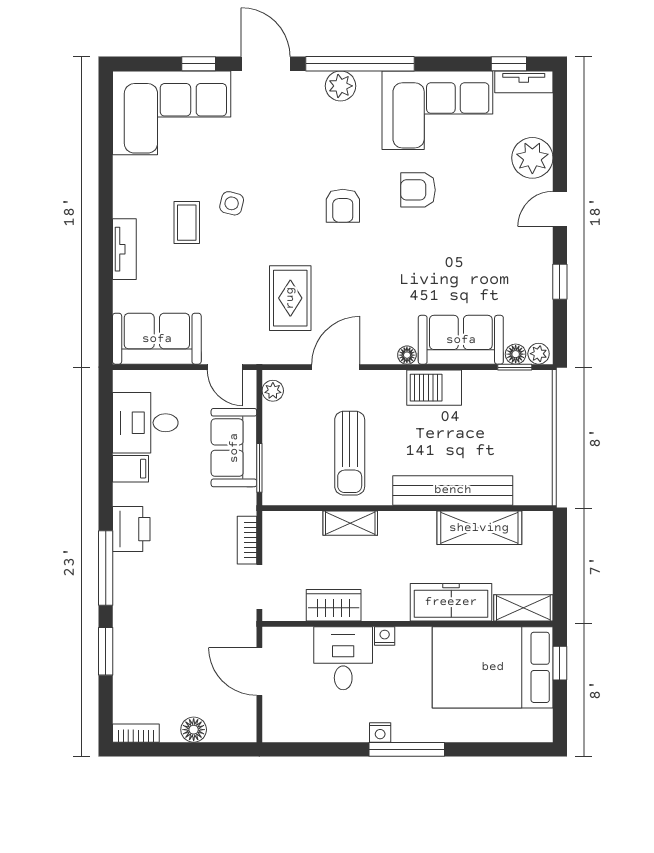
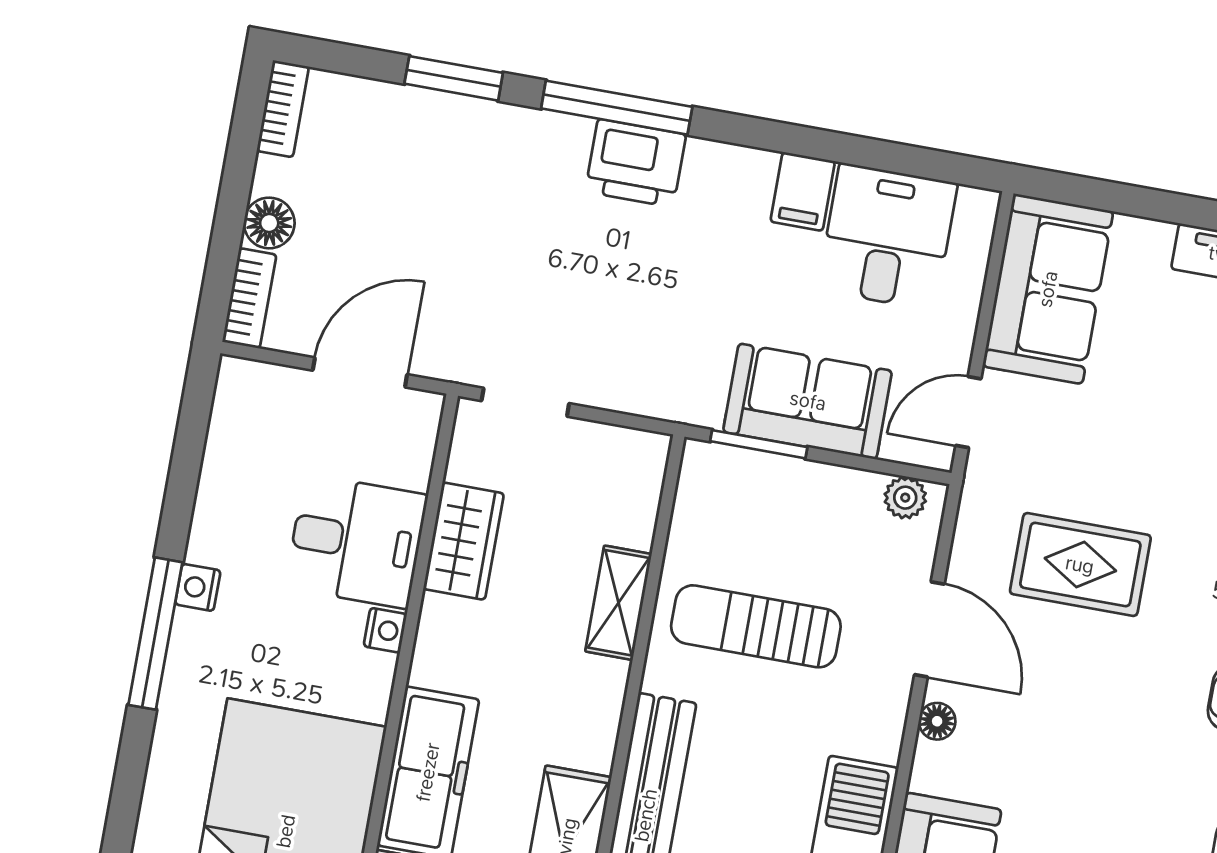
floor lamp: (407, 355) -> (937, 721), moved
printer: (131, 529) -> (635, 163), moved
bookcase: (247, 540) -> (249, 298), moved, turned 90

